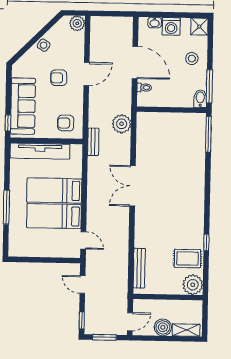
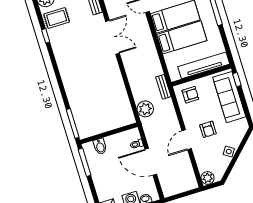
stool: (192, 58) -> (106, 180), removed
armchair: (59, 78) -> (208, 129), turned 90
bidet: (200, 99) -> (100, 146), moved
double door: (133, 186) -> (112, 37), moved

